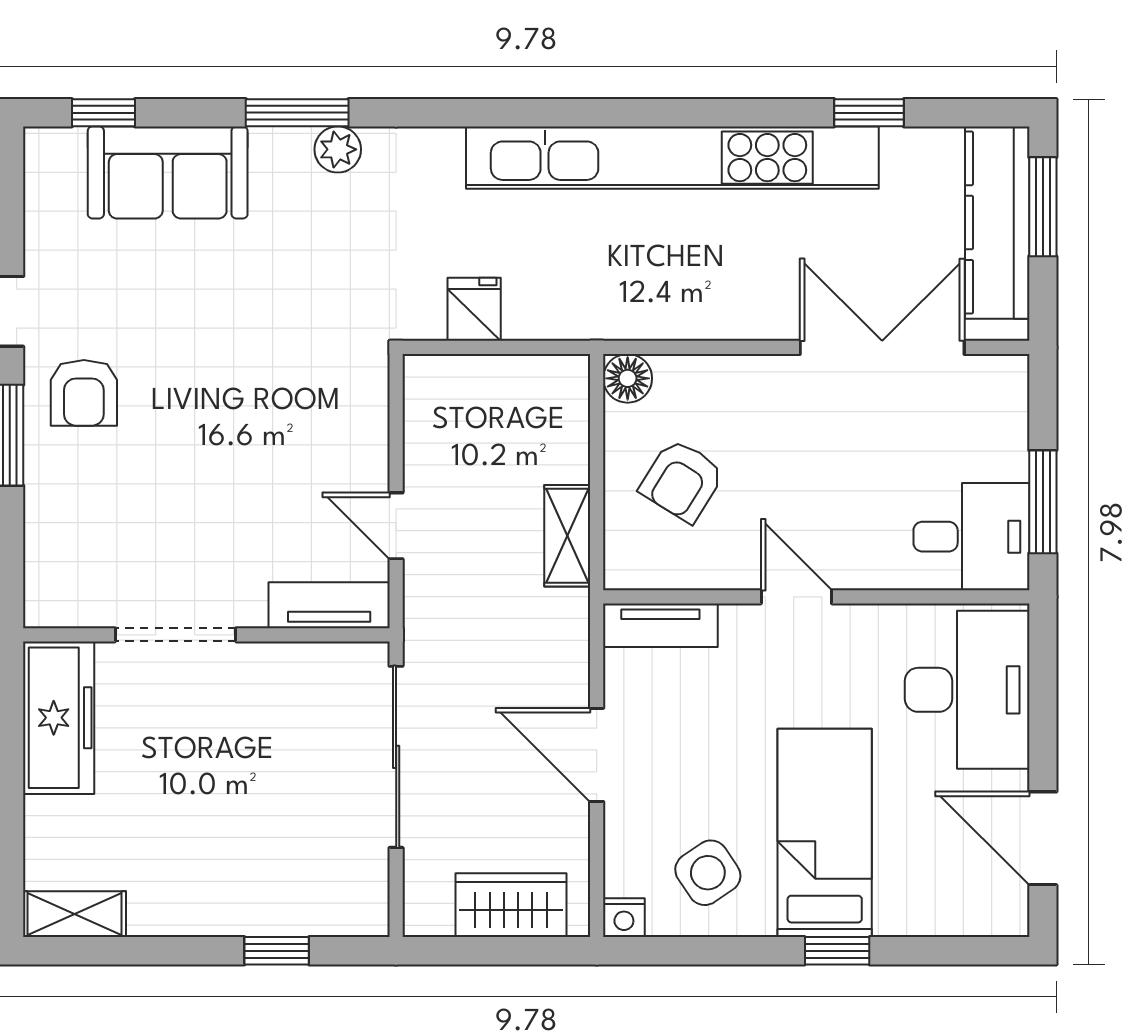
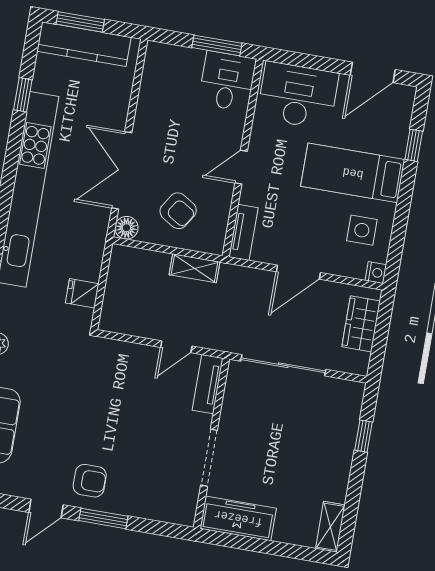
double door: (882, 347) -> (122, 170), moved
side table: (708, 873) -> (362, 230), turned 34
window: (837, 951) -> (414, 145), moved

